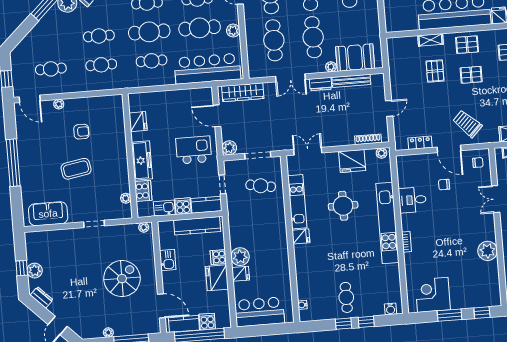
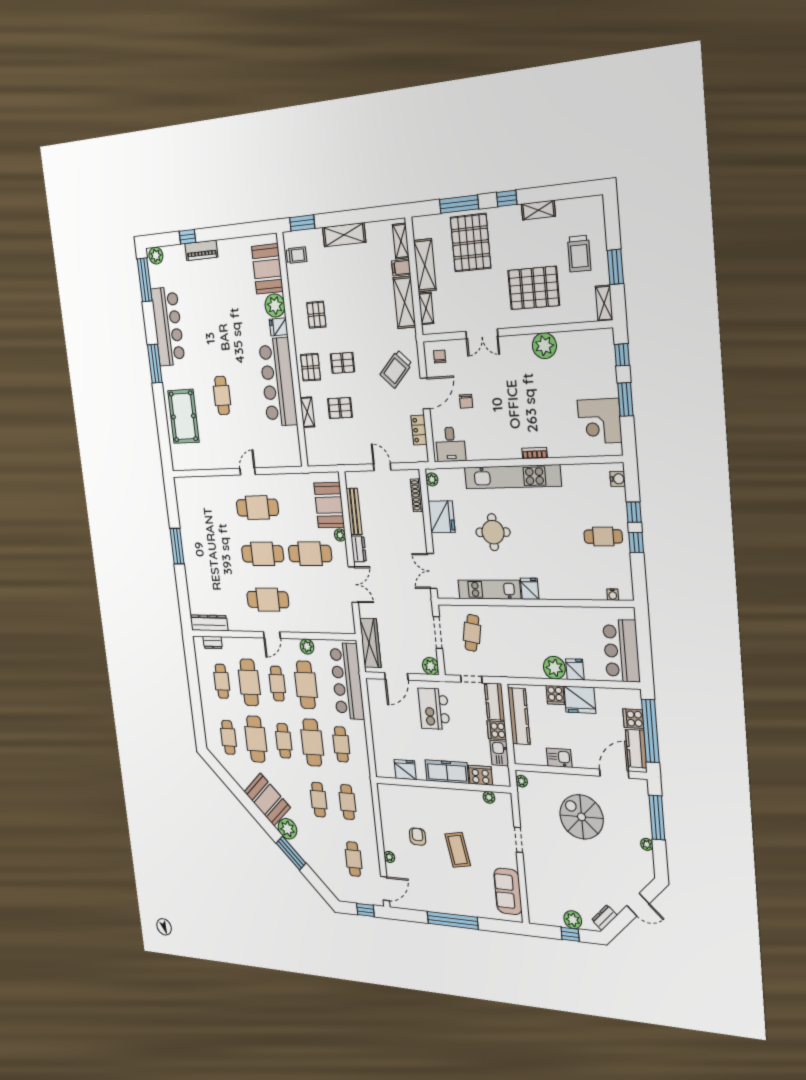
cafe table: (274, 40) -> (315, 600), removed
pallet: (471, 75) -> (342, 363), turned 90
desk: (412, 200) -> (450, 444), moved

